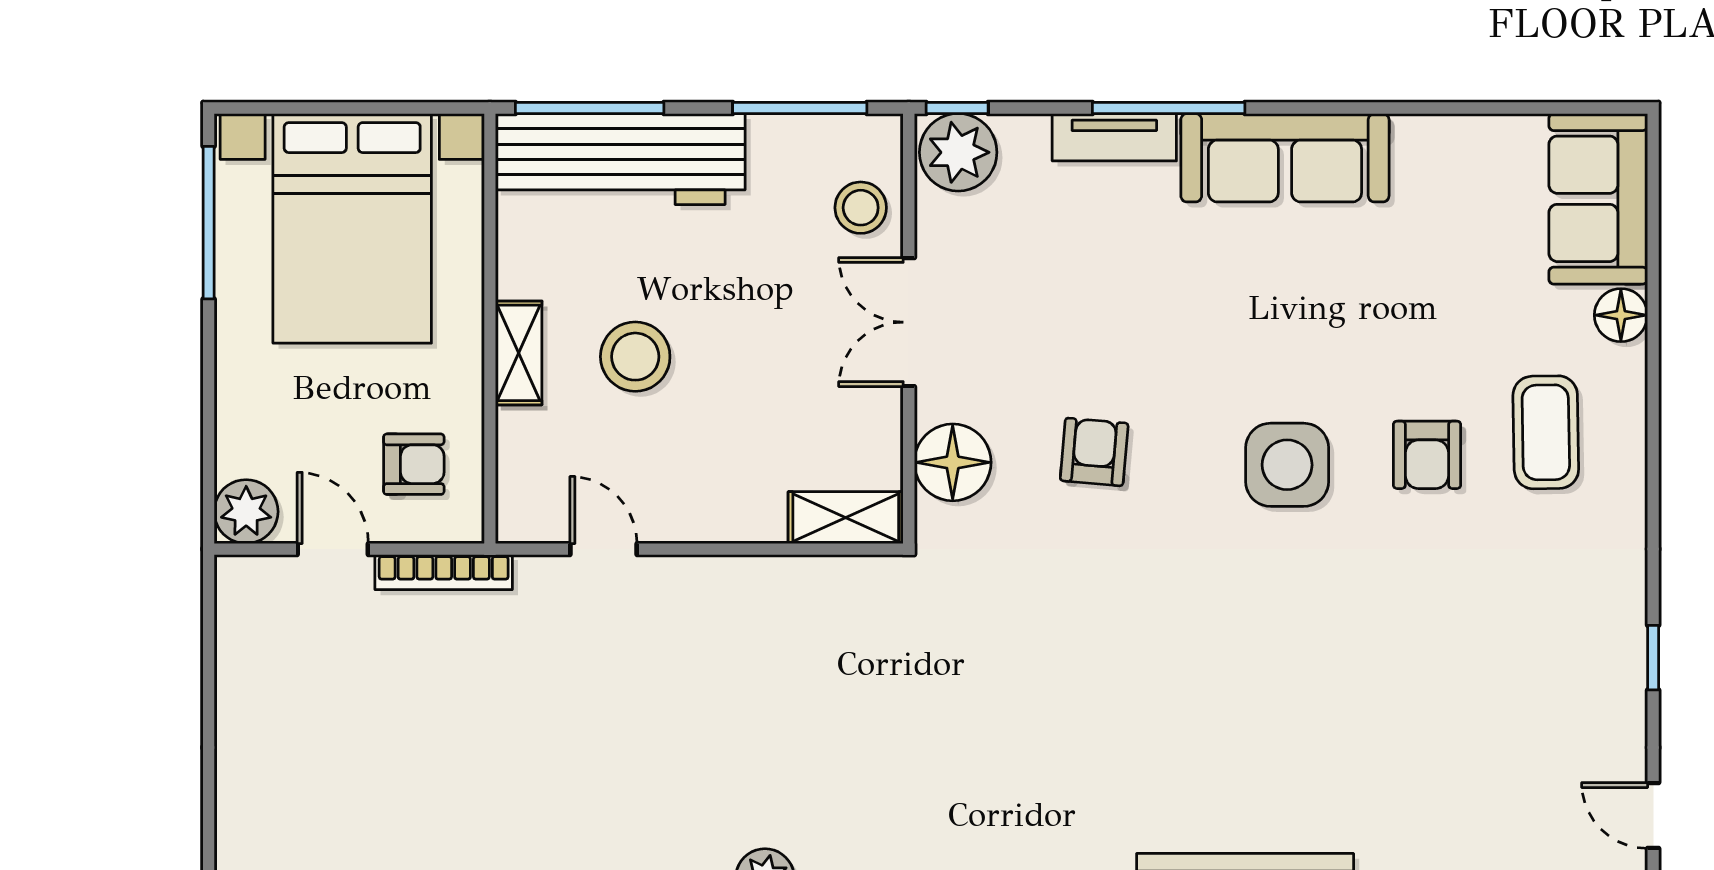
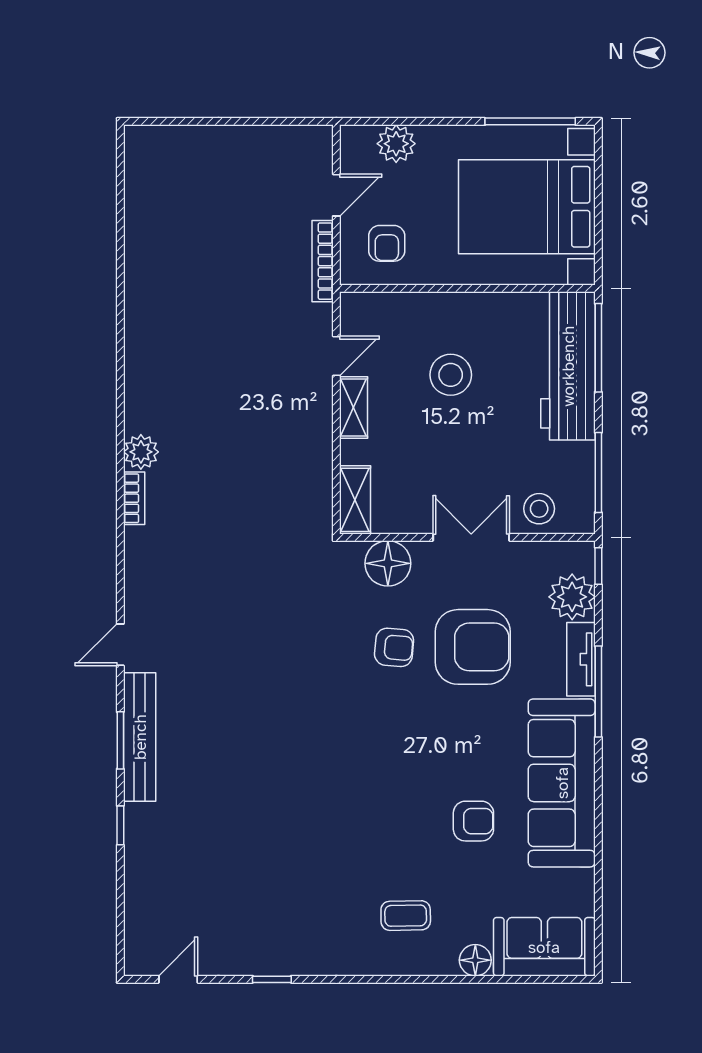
plant: (958, 152) -> (572, 597), moved
sofa: (1285, 158) -> (562, 783), width x1.36, depth x1.27
armchair: (1093, 319) -> (473, 647), added
shelving: (519, 353) -> (354, 408), moved, turned 90
coffee table: (1546, 432) -> (406, 916), width x0.73, depth x0.77
armchair: (1427, 455) -> (473, 821), moved, turned 180
side table: (1287, 465) -> (386, 762), removed
plant: (246, 512) -> (396, 144), moved

